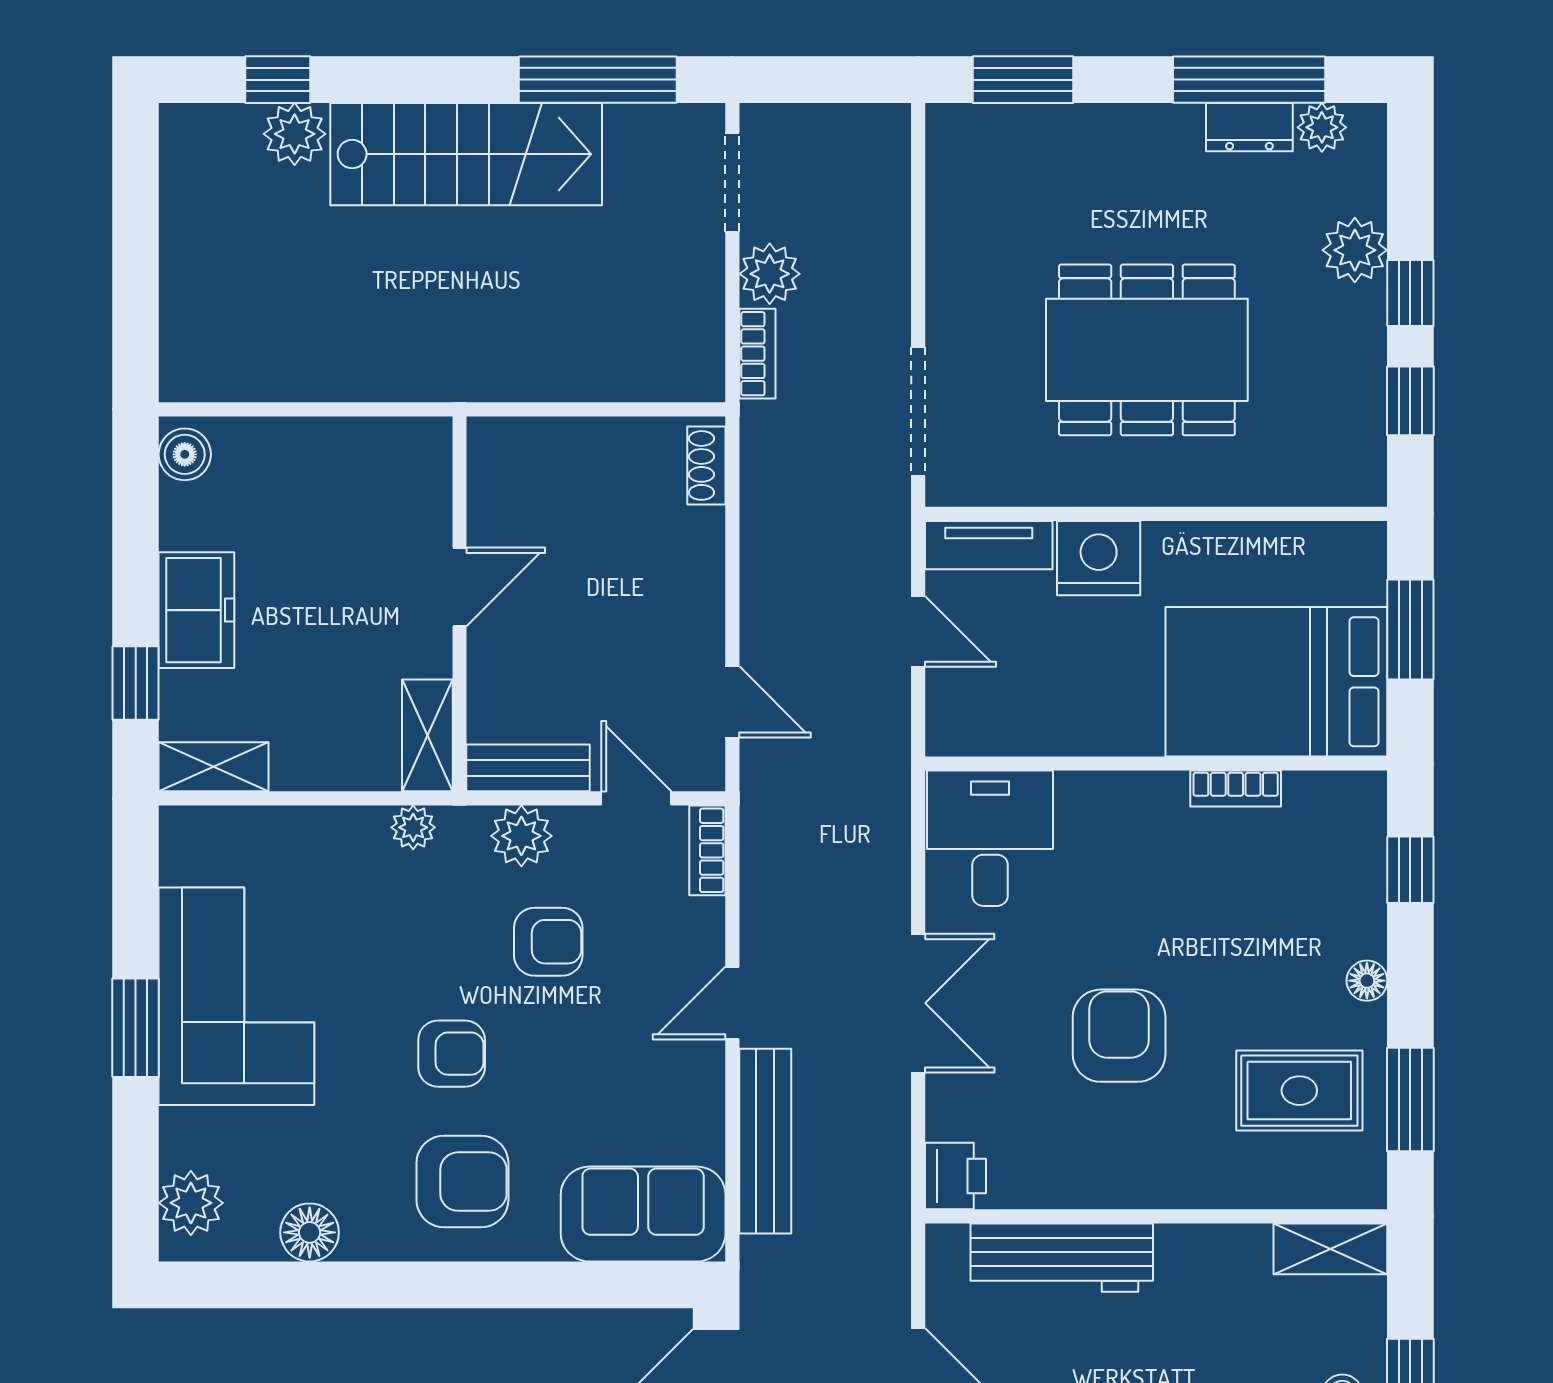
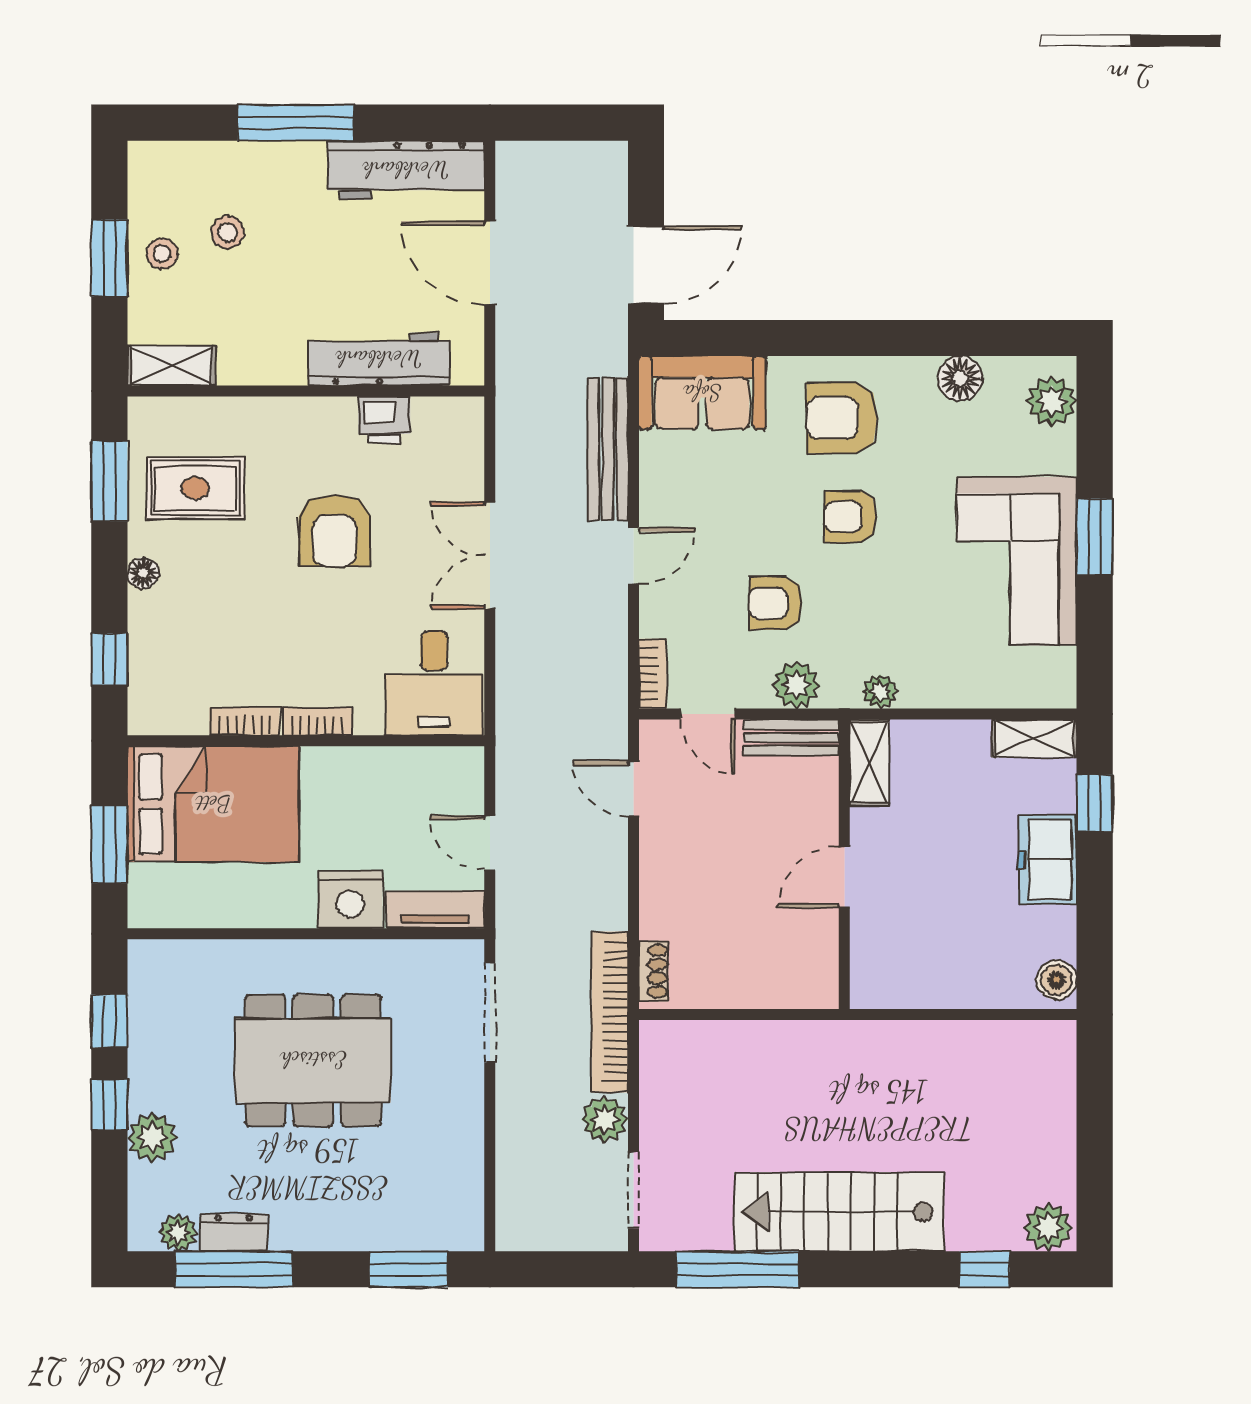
plant: (295, 134) -> (1048, 1227), moved
bookcase: (757, 354) -> (610, 1012), width x2.31, depth x1.31
bookcase: (1141, 788) -> (317, 722), added
printer: (955, 1176) -> (384, 420), moved, turned -90

